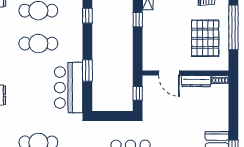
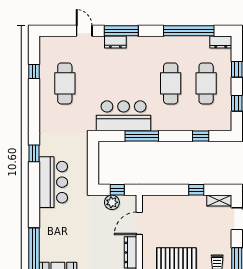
window: (87, 71) -> (142, 136), width x1.44
plant: (149, 98) -> (112, 202), added

